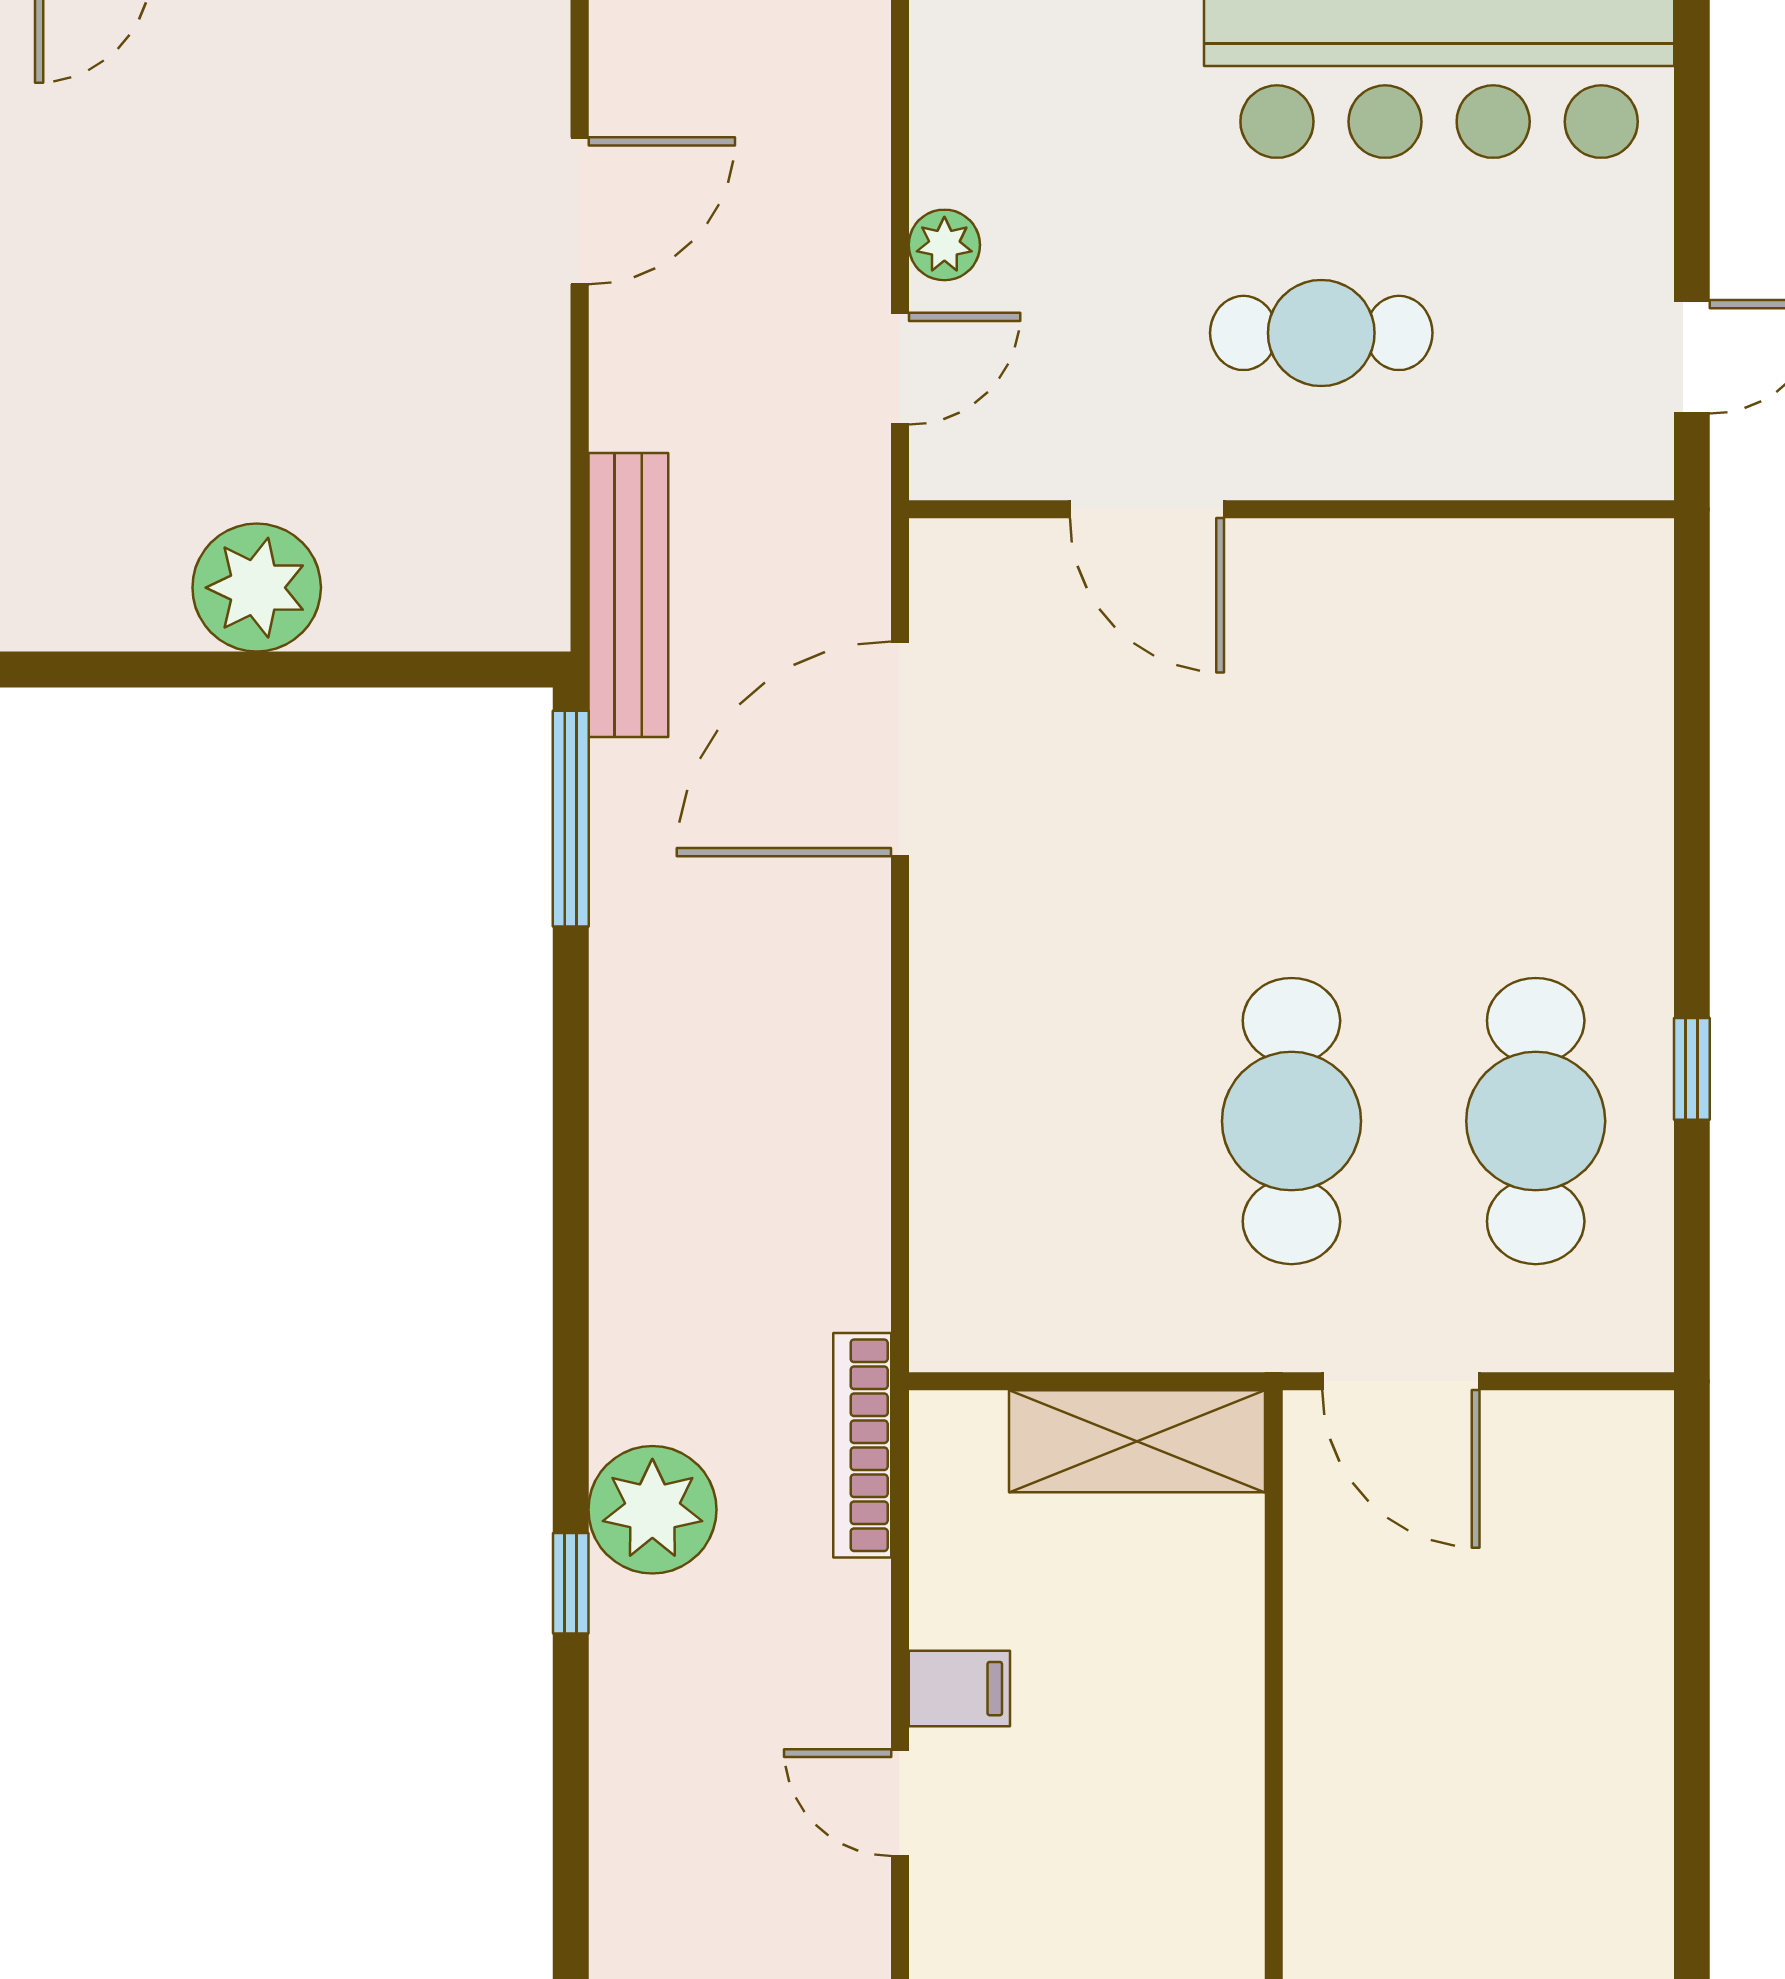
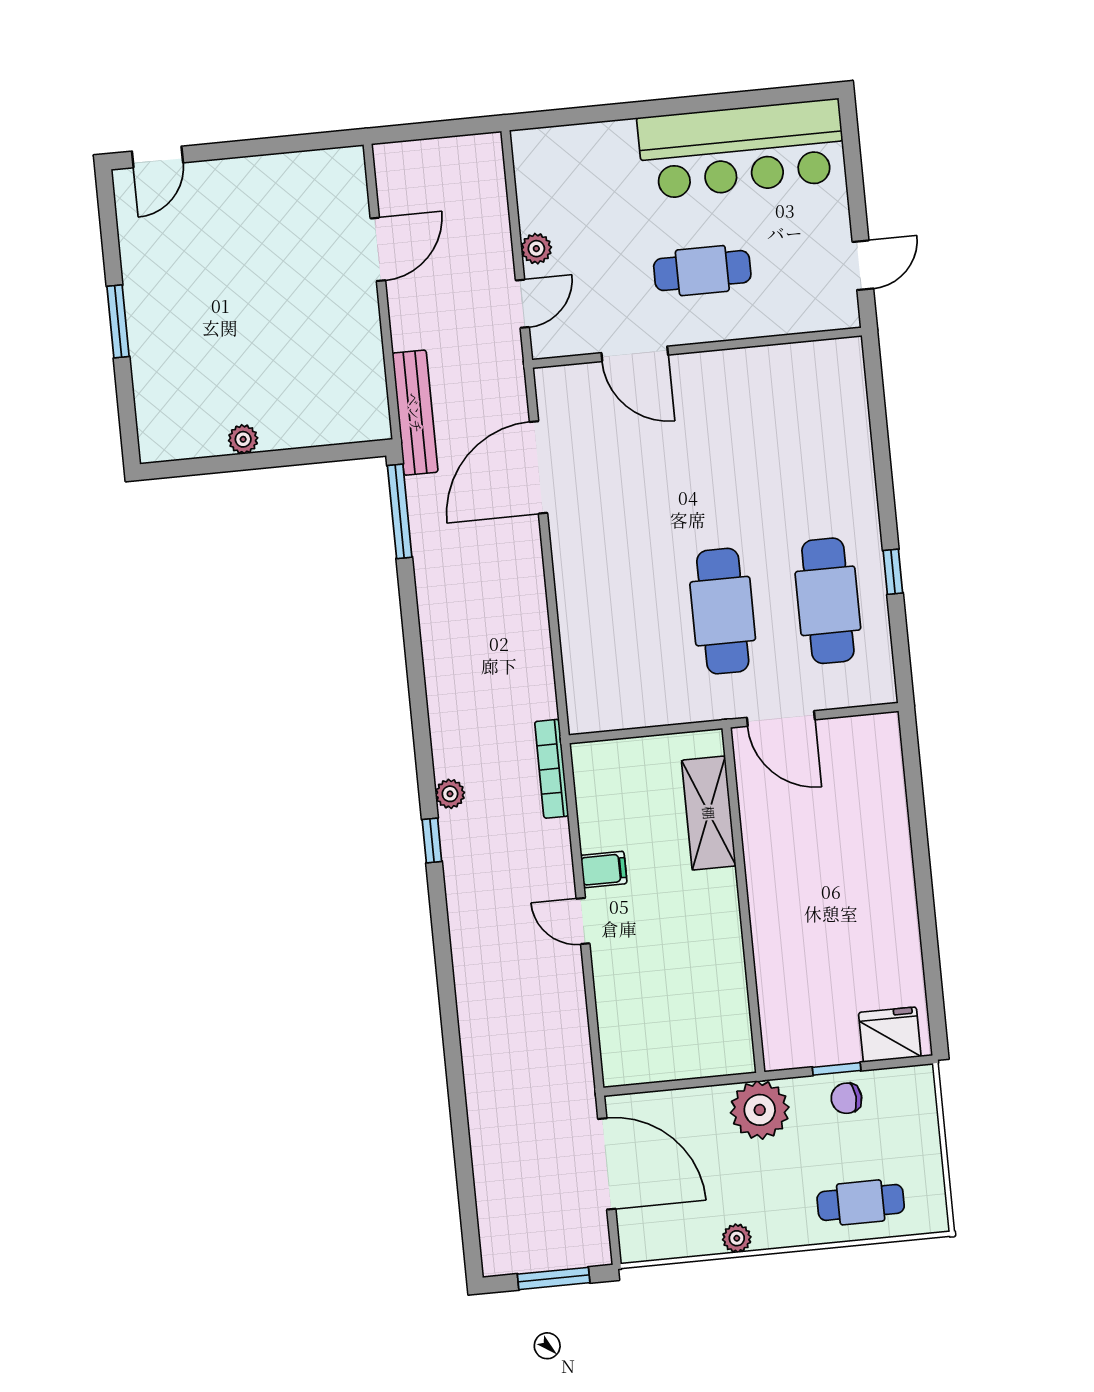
plant: (257, 588) -> (243, 439), width x0.53, depth x0.53
shelving: (1137, 1441) -> (709, 813), moved, turned 90
plant: (652, 1510) -> (450, 794), width x0.53, depth x0.53

